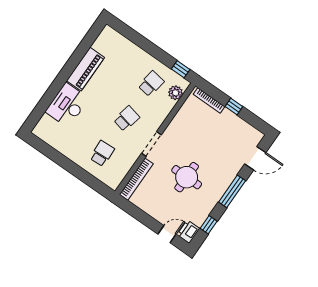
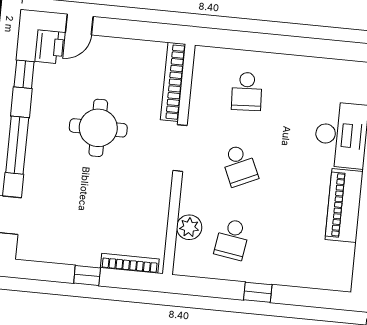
window: (181, 69) -> (258, 292), moved
plant: (175, 93) -> (189, 227), moved
school desk: (127, 119) -> (239, 165), turned -36

